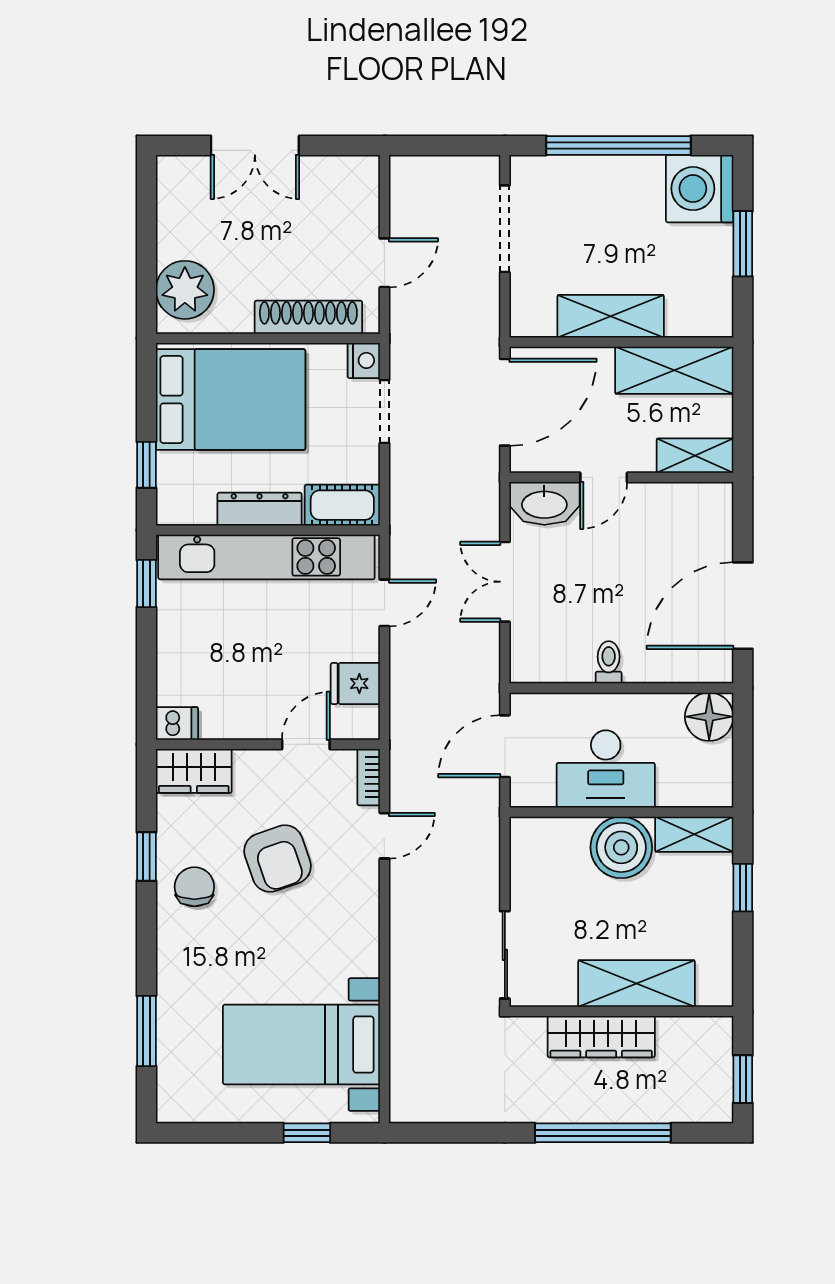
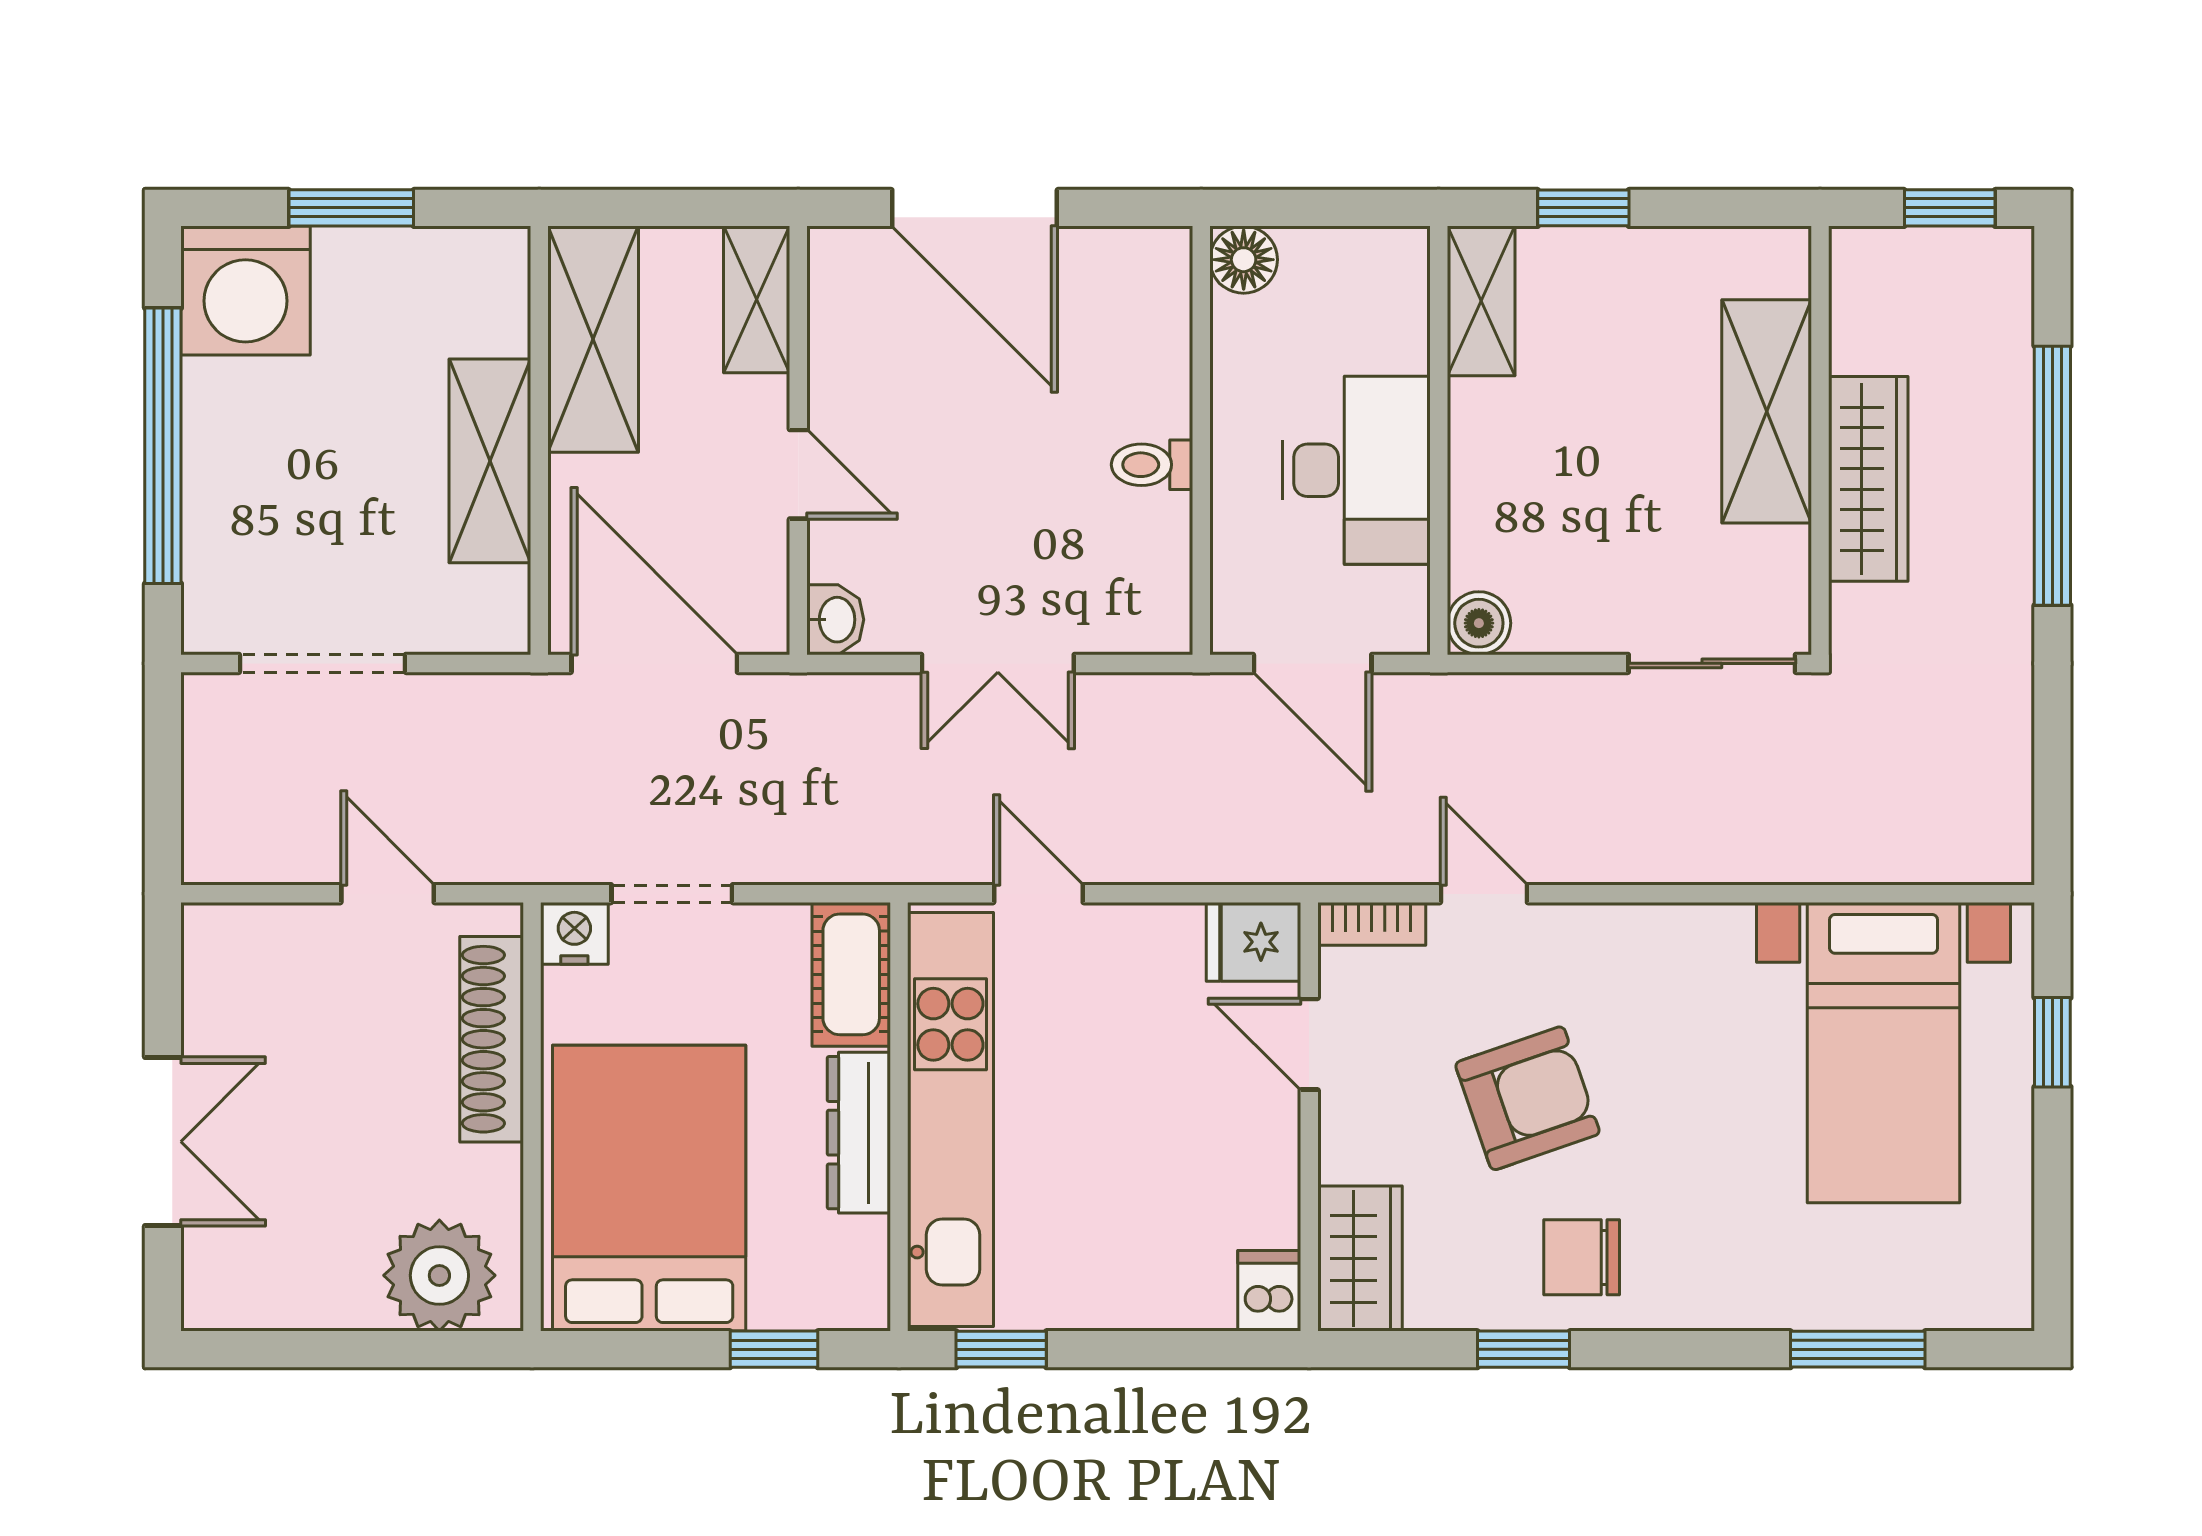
washbasin: (544, 503) -> (835, 620), width x0.52, depth x0.69
door: (743, 606) -> (975, 208), moved
fridge: (355, 683) -> (1253, 942), moved, turned 90
floor lamp: (709, 717) -> (1244, 260), width x0.73, depth x0.73
boiler: (621, 847) -> (1479, 623), moved, width x0.54, depth x0.54

